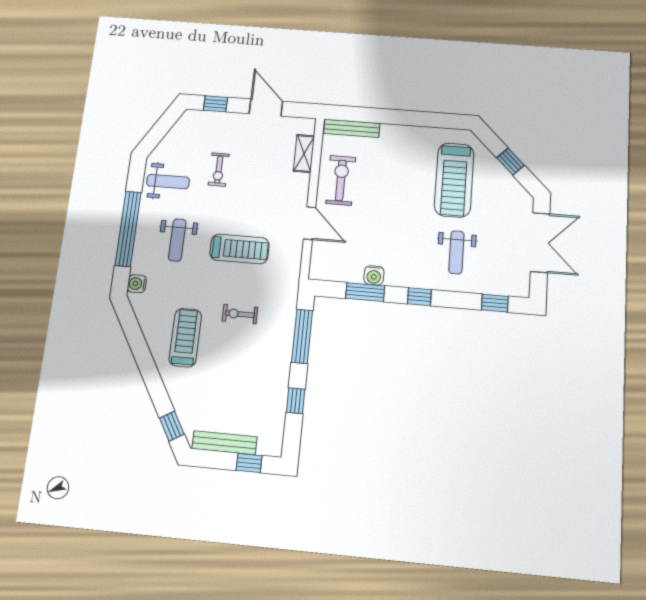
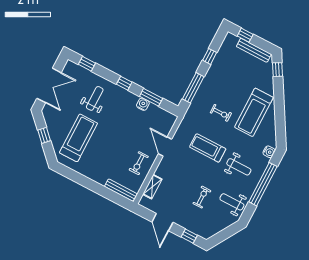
exercise bike: (341, 180) -> (139, 163), width x0.73, depth x0.72
weight bench: (177, 240) -> (239, 167), turned 90
double door: (540, 242) -> (49, 85), swing flipped
treadmill: (185, 338) -> (254, 112), width x1.37, depth x1.38

